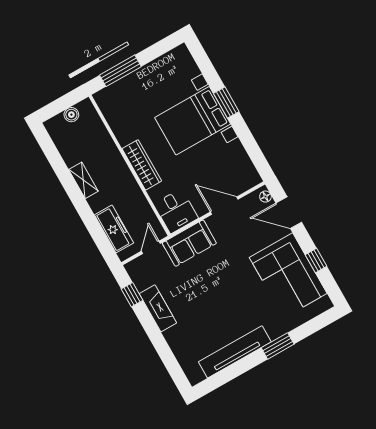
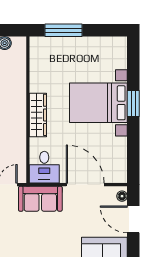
door: (224, 206) -> (85, 185), width x1.36

